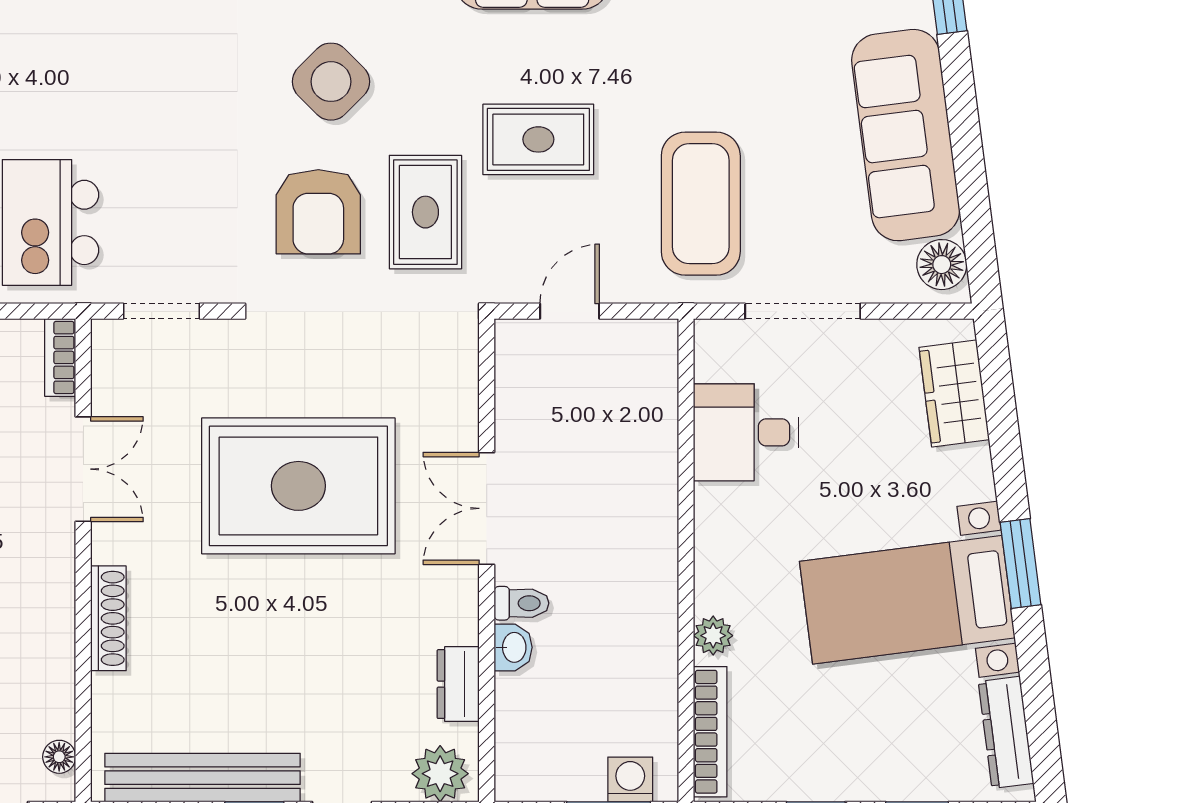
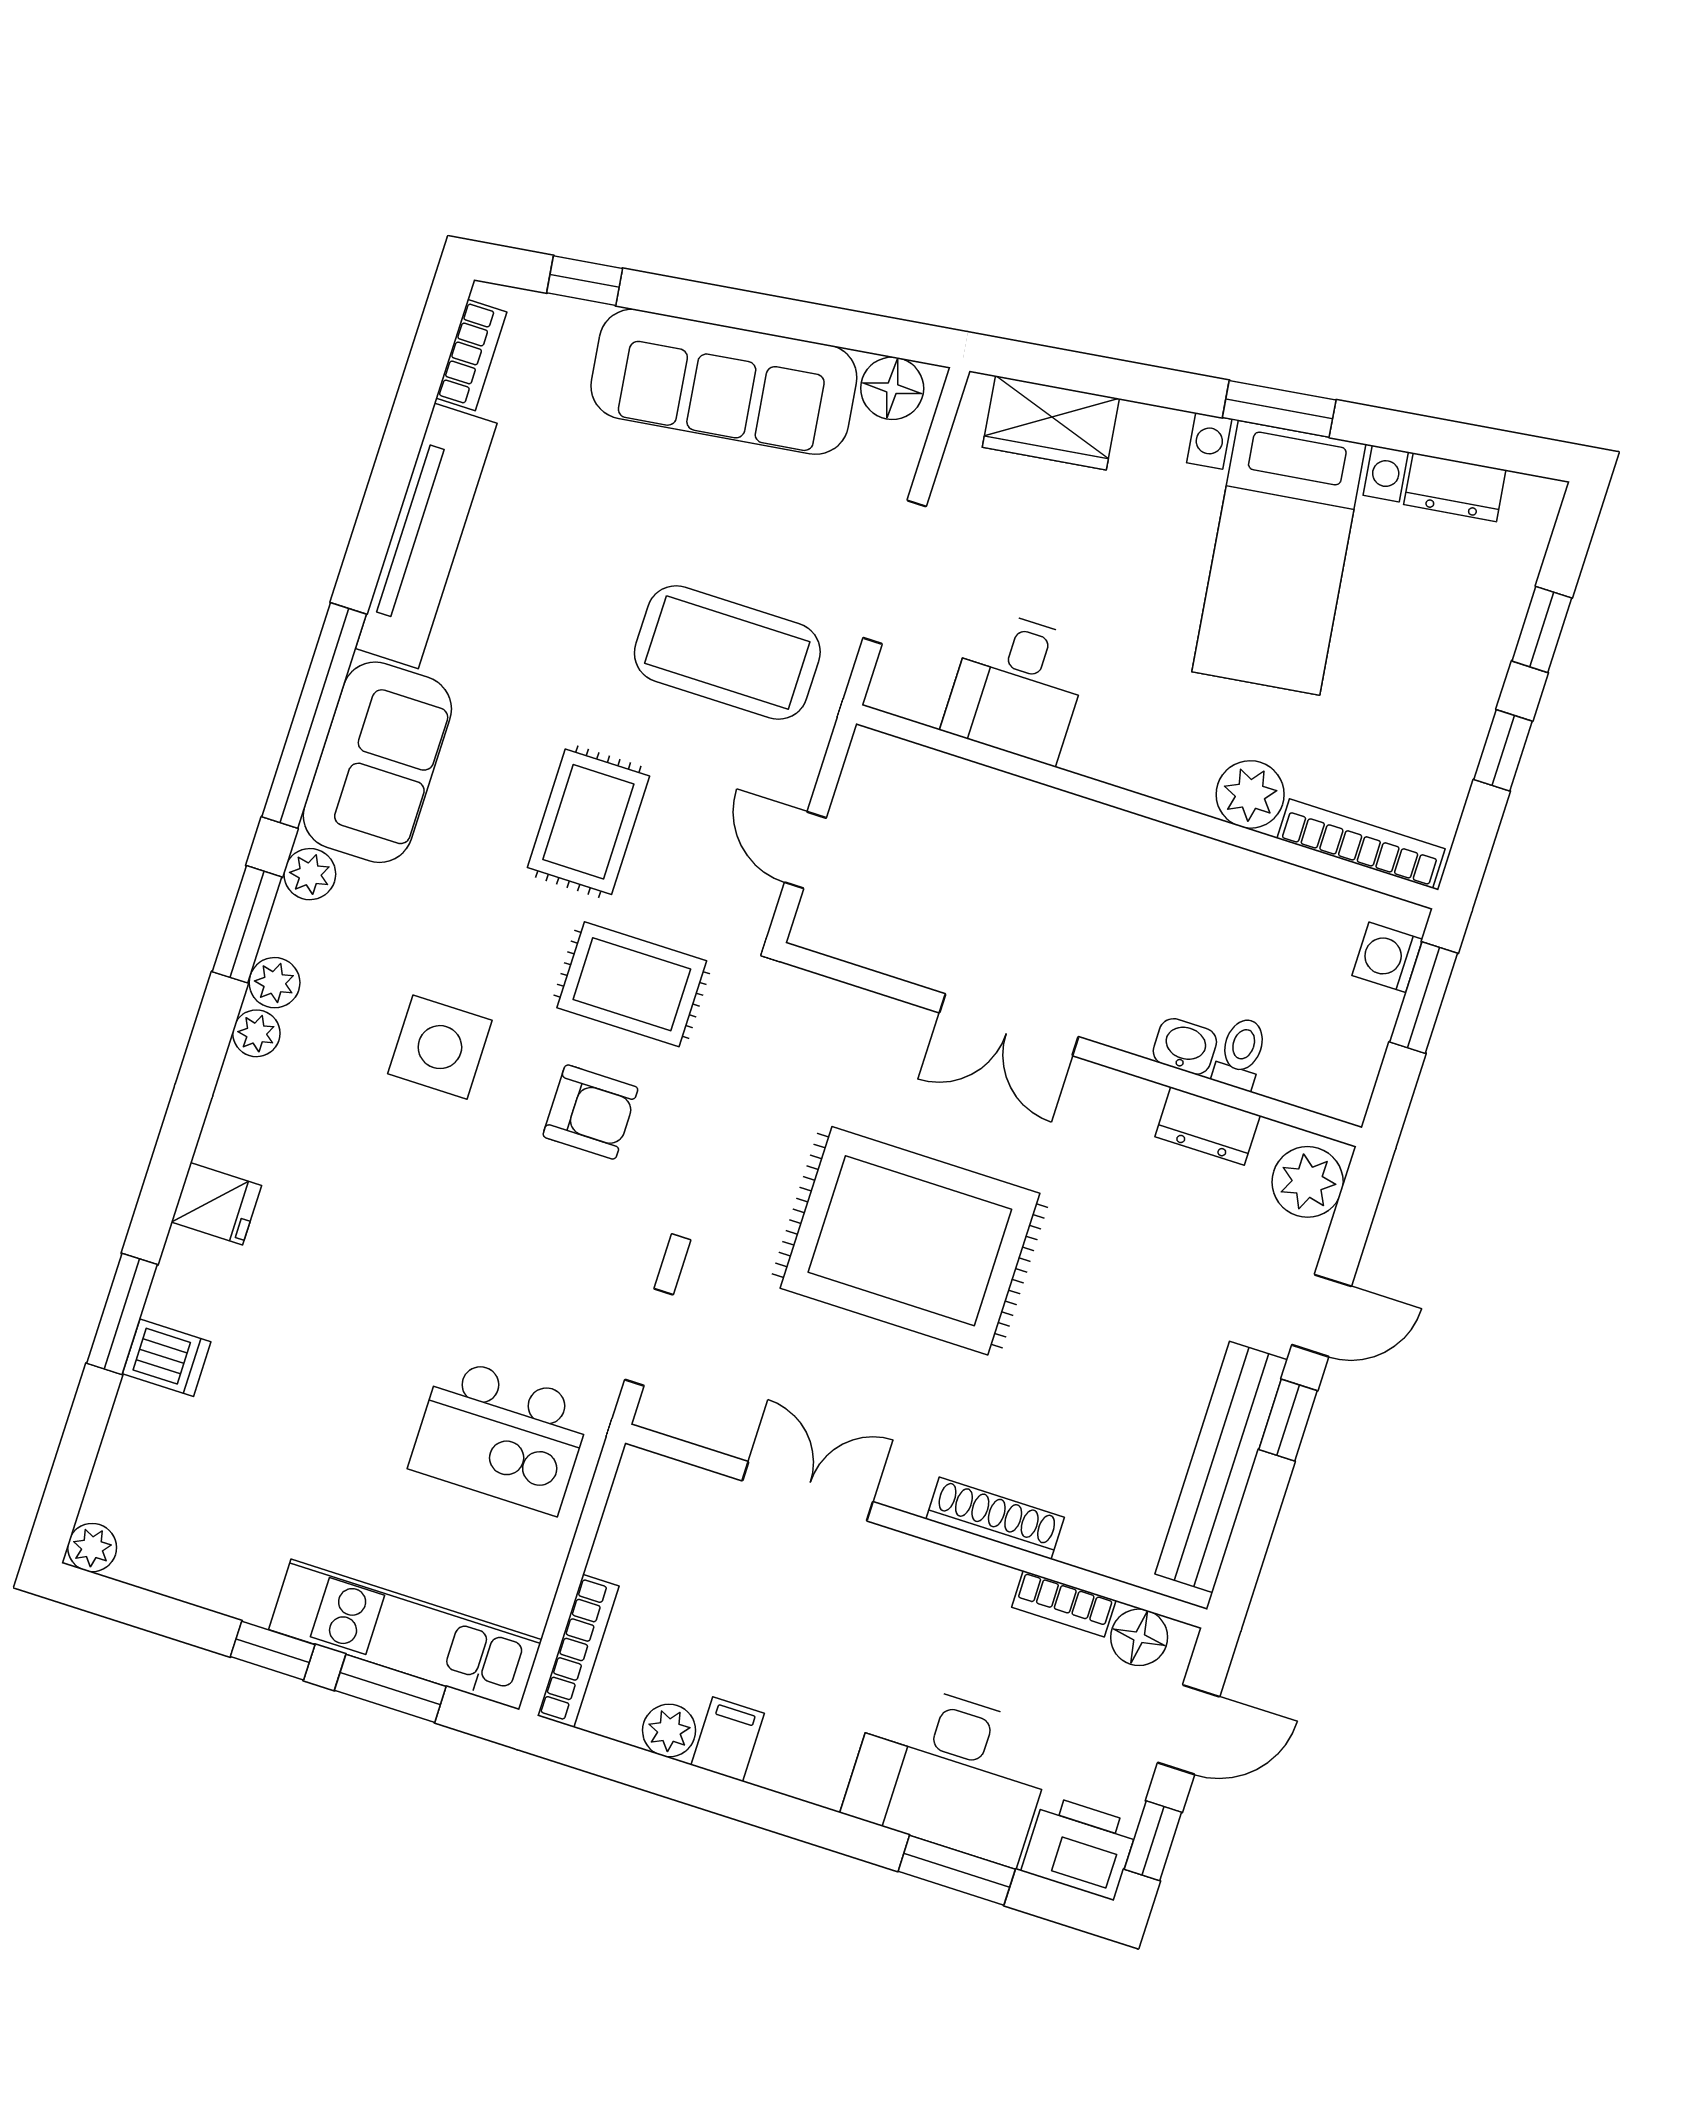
side table: (331, 82) -> (440, 1047), turned 45
armchair: (318, 212) -> (590, 1112), width x0.72, depth x0.72
bookcase: (60, 357) -> (1064, 1604), moved
rug: (298, 486) -> (910, 1241), turned 90
toilet: (522, 603) -> (1241, 1053), moved
plant: (713, 636) -> (1250, 794), width x1.38, depth x1.38
dresser: (1006, 732) -> (1455, 487), width x0.70
floor lamp: (59, 757) -> (1139, 1637), width x1.37, depth x1.37

